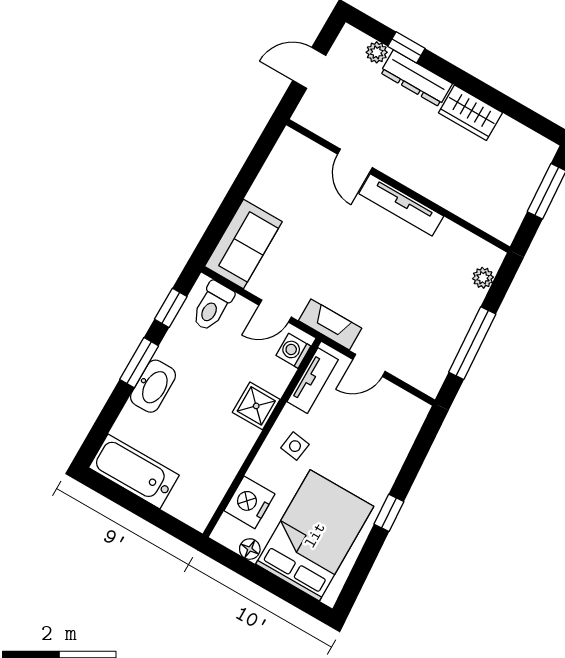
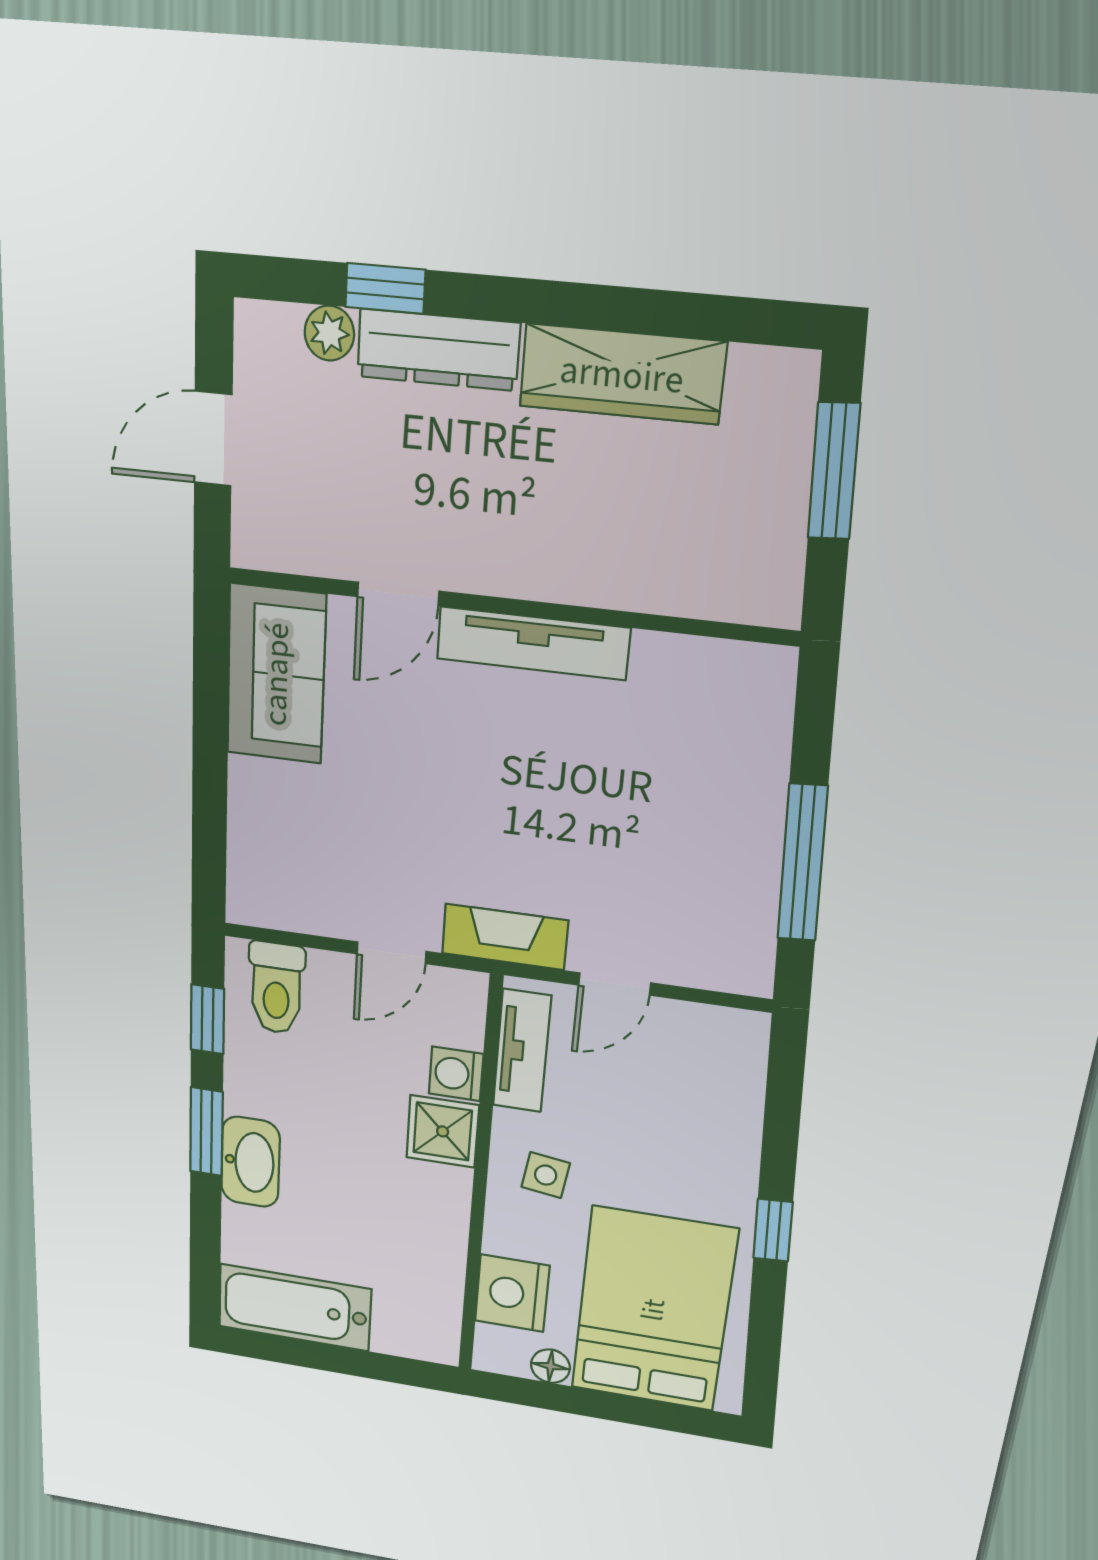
wardrobe: (470, 113) -> (622, 374), width x1.50
door: (355, 161) -> (398, 594), hinge flipped
sofa: (243, 244) -> (276, 674), moved
plant: (483, 278) -> (769, 722), removed
washing machine: (293, 351) -> (456, 1074), moved

